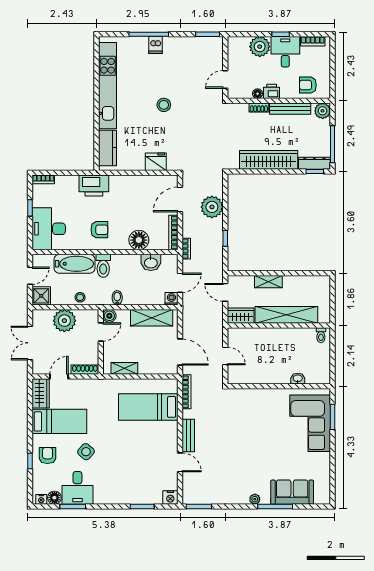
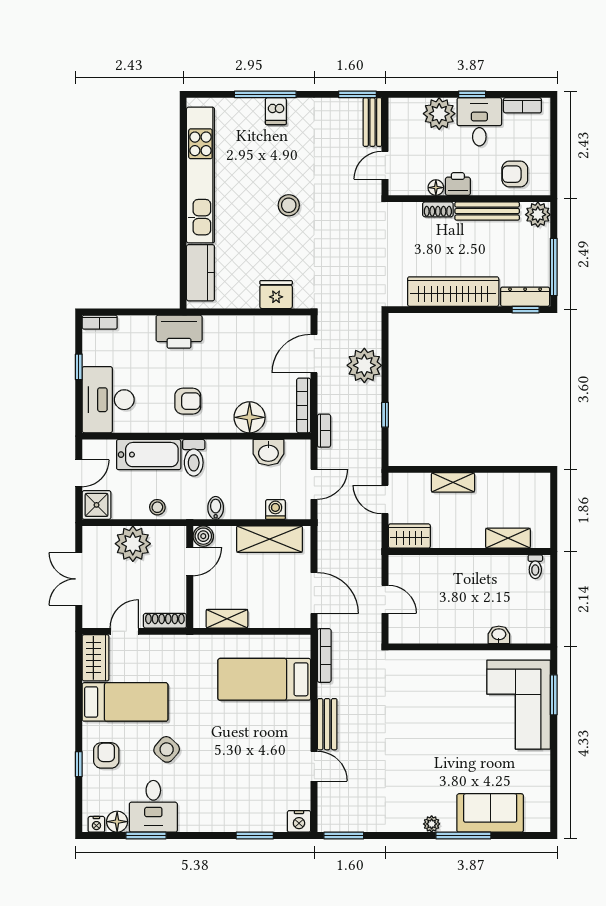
bench: (217, 52) -> (372, 122), added
washing machine: (171, 299) -> (275, 509), moved
shelving: (286, 315) -> (508, 538), width x0.45, depth x0.75

